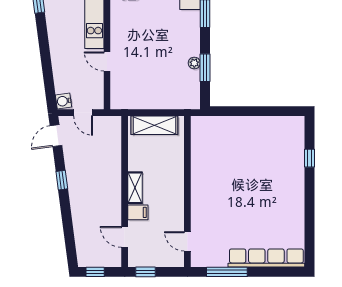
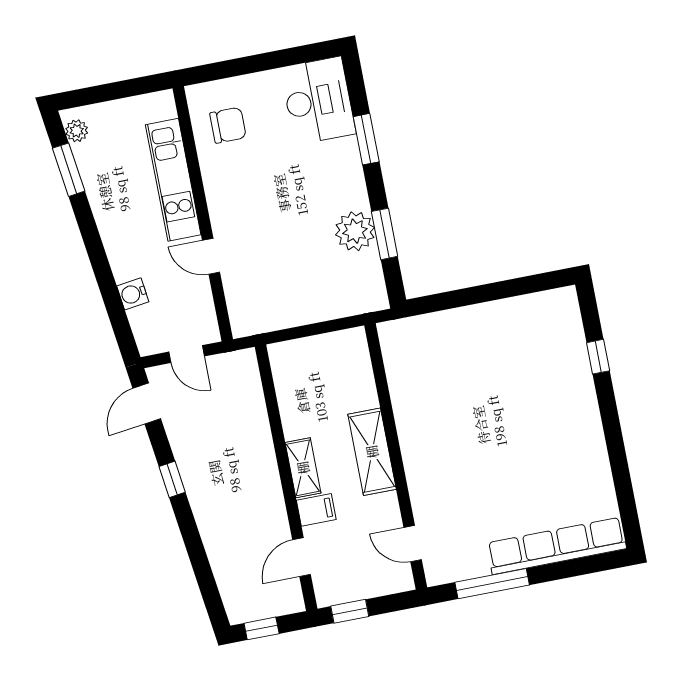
plant: (194, 63) -> (355, 231), width x1.87, depth x1.87
water cooler: (63, 101) -> (133, 294), moved
shelving: (154, 125) -> (372, 452), moved, turned 90
door: (125, 237) -> (302, 557), hinge flipped

